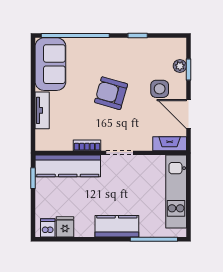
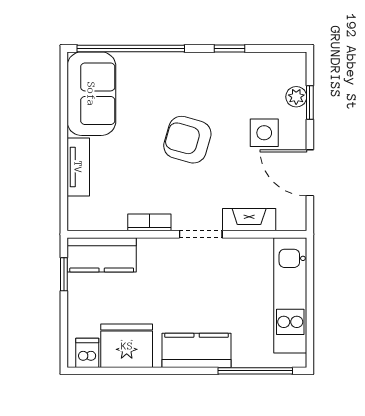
fireplace: (170, 144) -> (249, 220), moved
kitchen counter: (68, 166) -> (102, 255), width x0.67
fridge: (65, 227) -> (127, 346), width x1.88, depth x1.34

